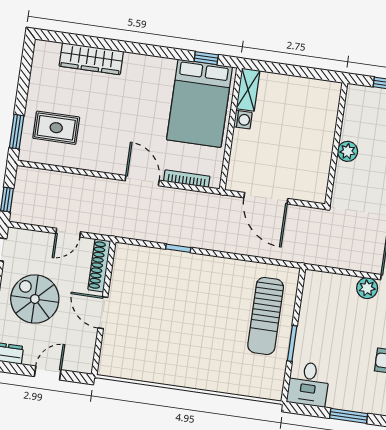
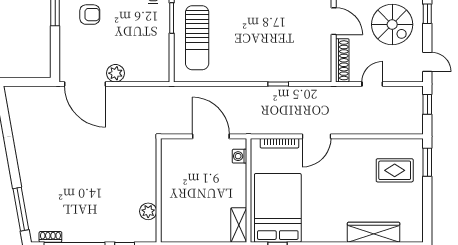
washing machine: (243, 120) -> (239, 156), moved
plant: (348, 151) -> (148, 211), moved
door: (142, 181) -> (316, 136), hinge flipped
sun lounger: (266, 316) -> (197, 38), turned 180

